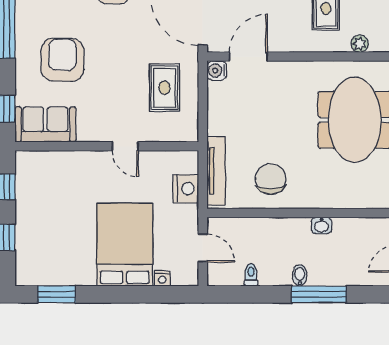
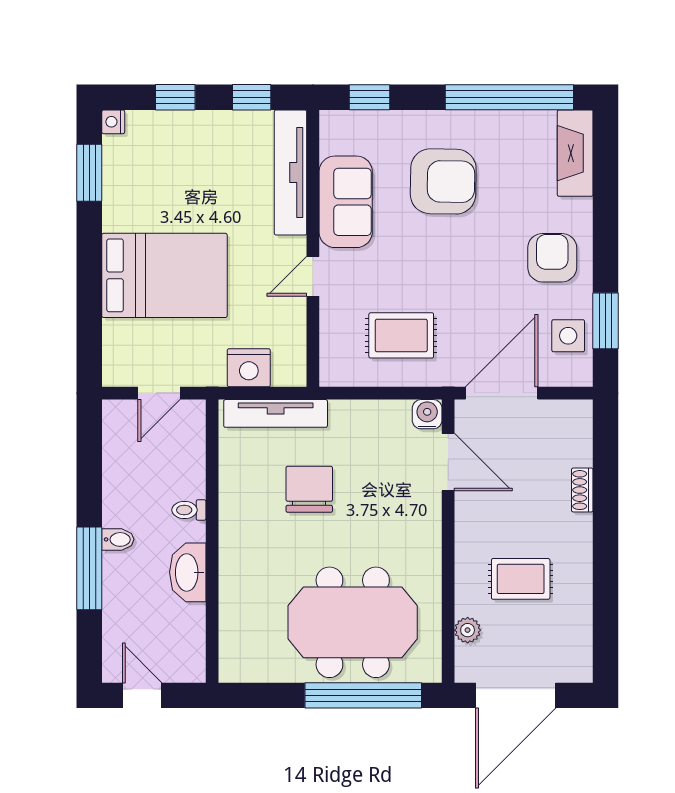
sofa: (45, 124) -> (346, 202), moved
tv unit: (57, 161) -> (291, 172), added
chair: (271, 179) -> (309, 489), moved, turned -89
washbasin: (322, 225) -> (188, 572), width x1.91, depth x1.45
toilet: (251, 275) -> (189, 510), moved, turned 180
nightstand: (162, 279) -> (113, 122), moved

